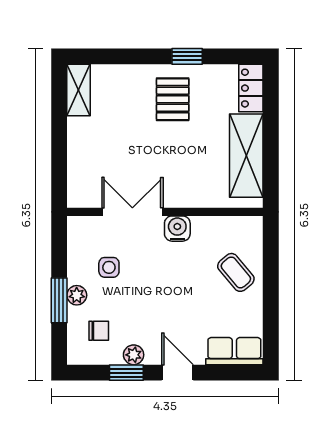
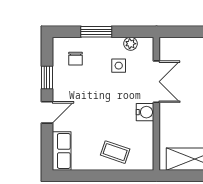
coffee table: (236, 272) -> (115, 152), turned 59
plant: (77, 295) -> (131, 44), moved
plant: (134, 355) -> (59, 82), removed

